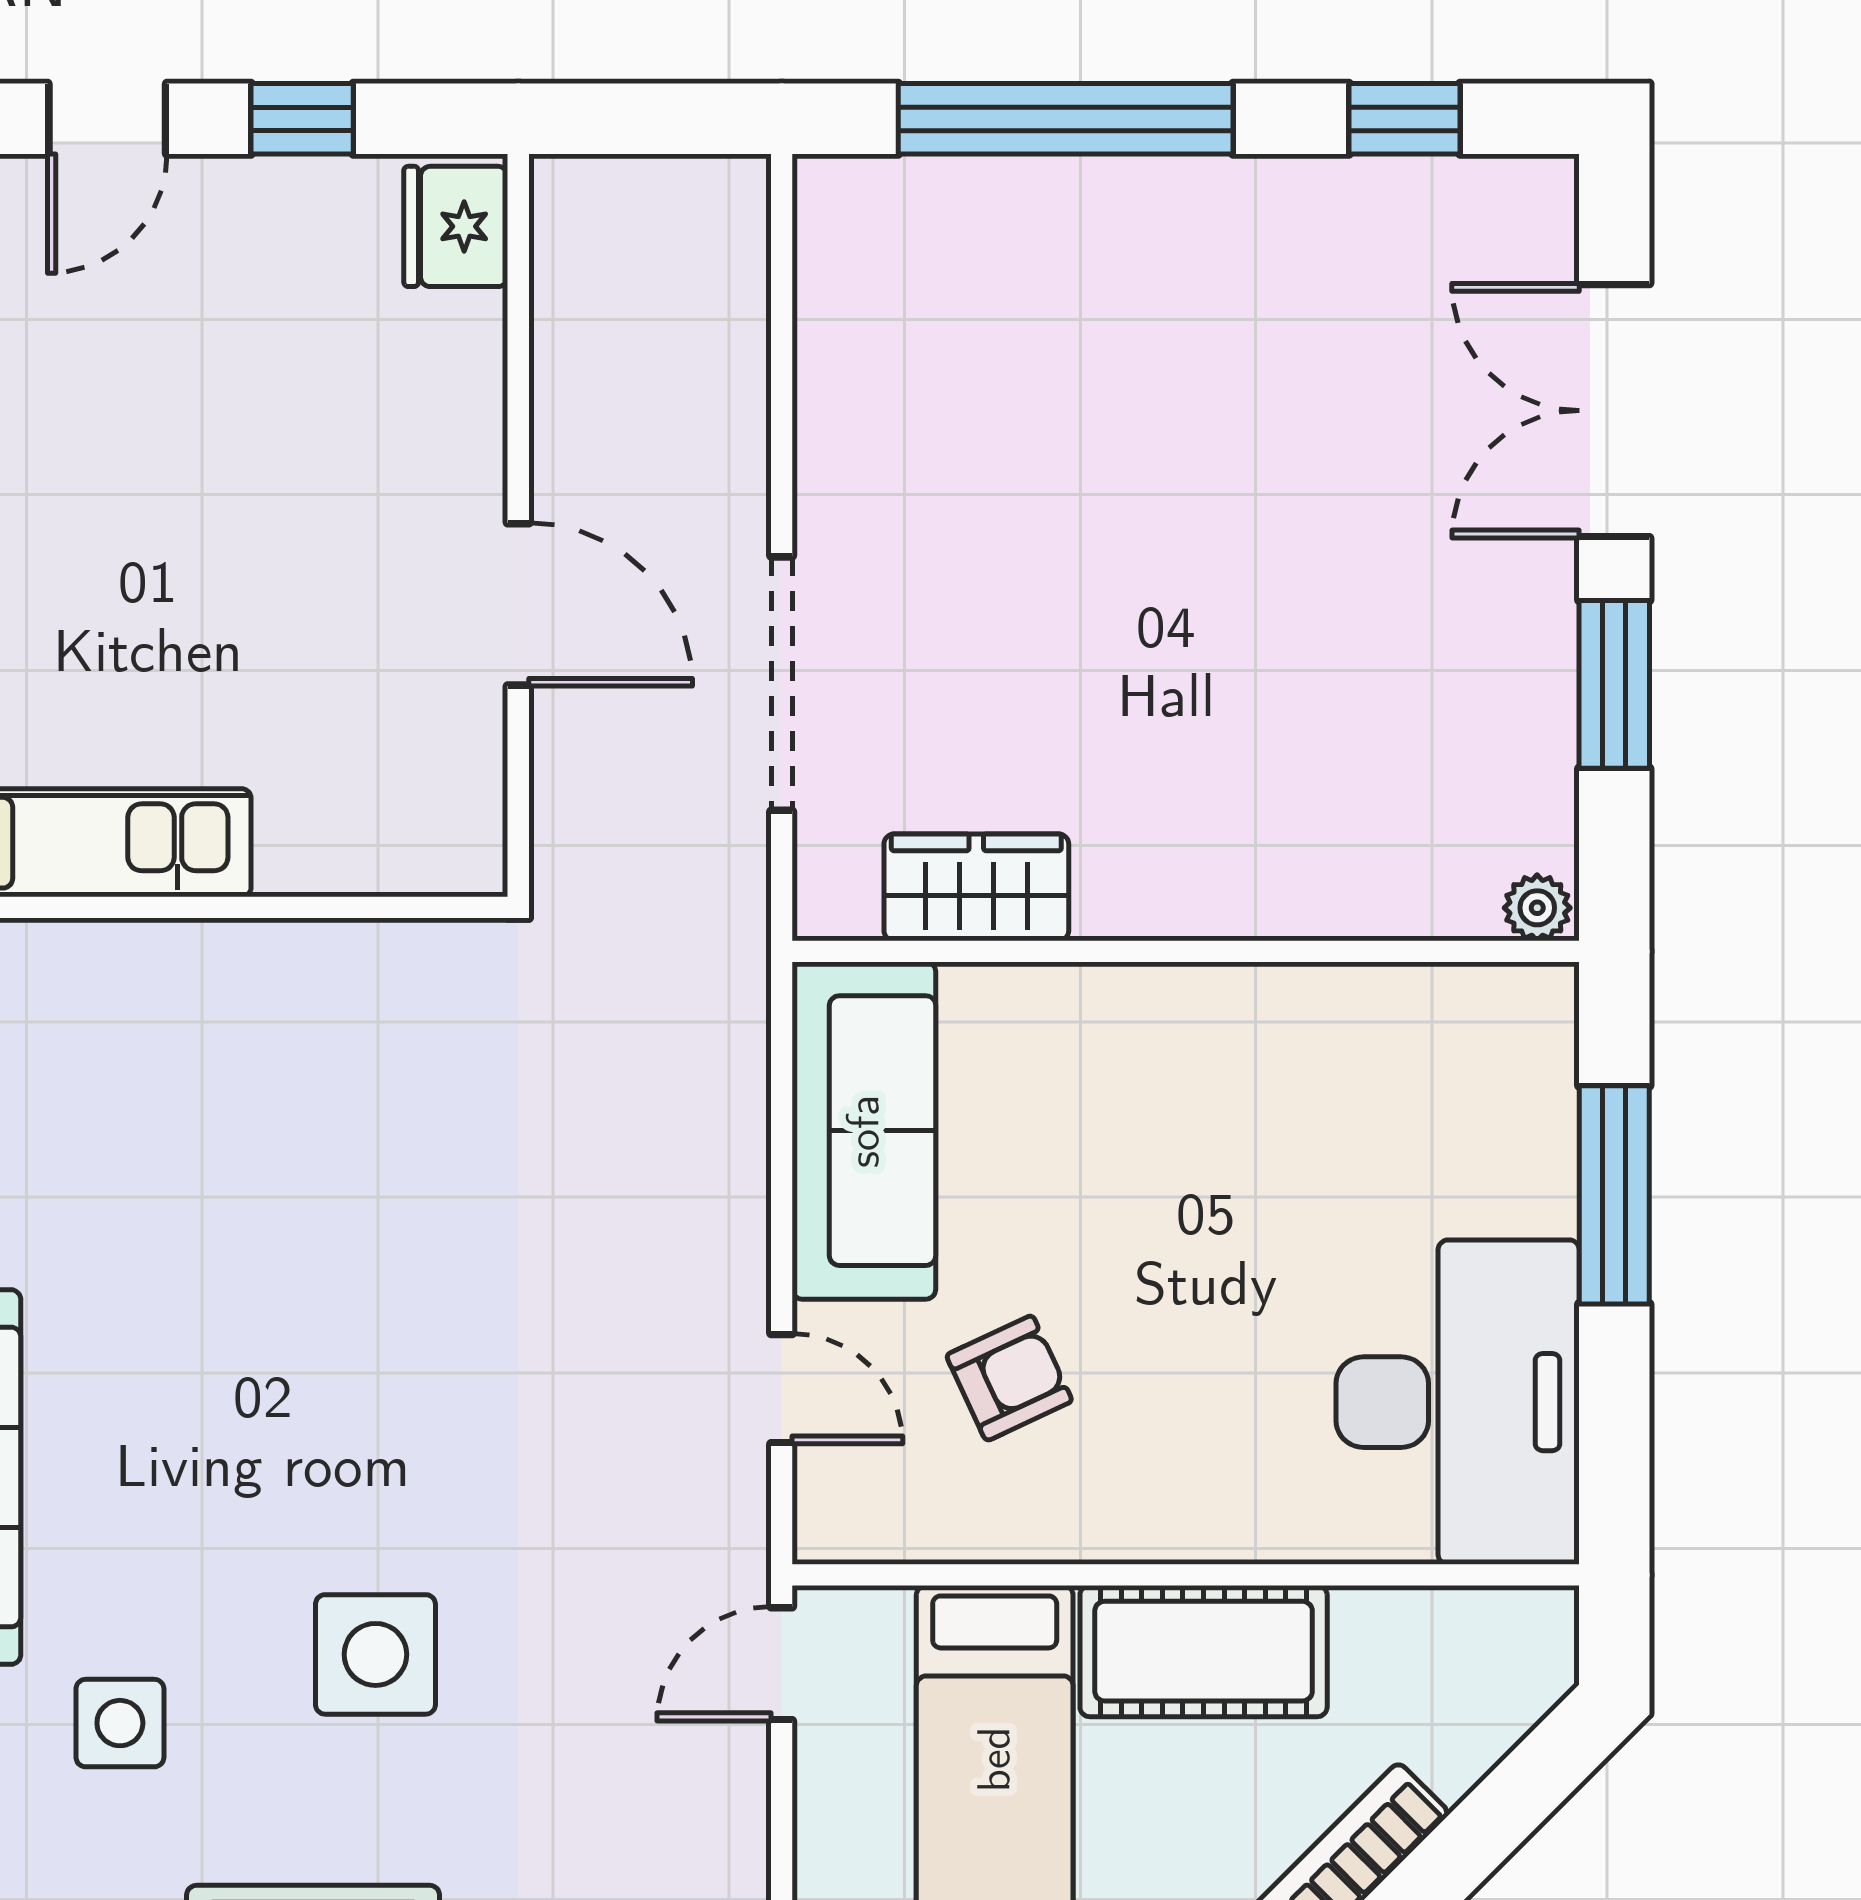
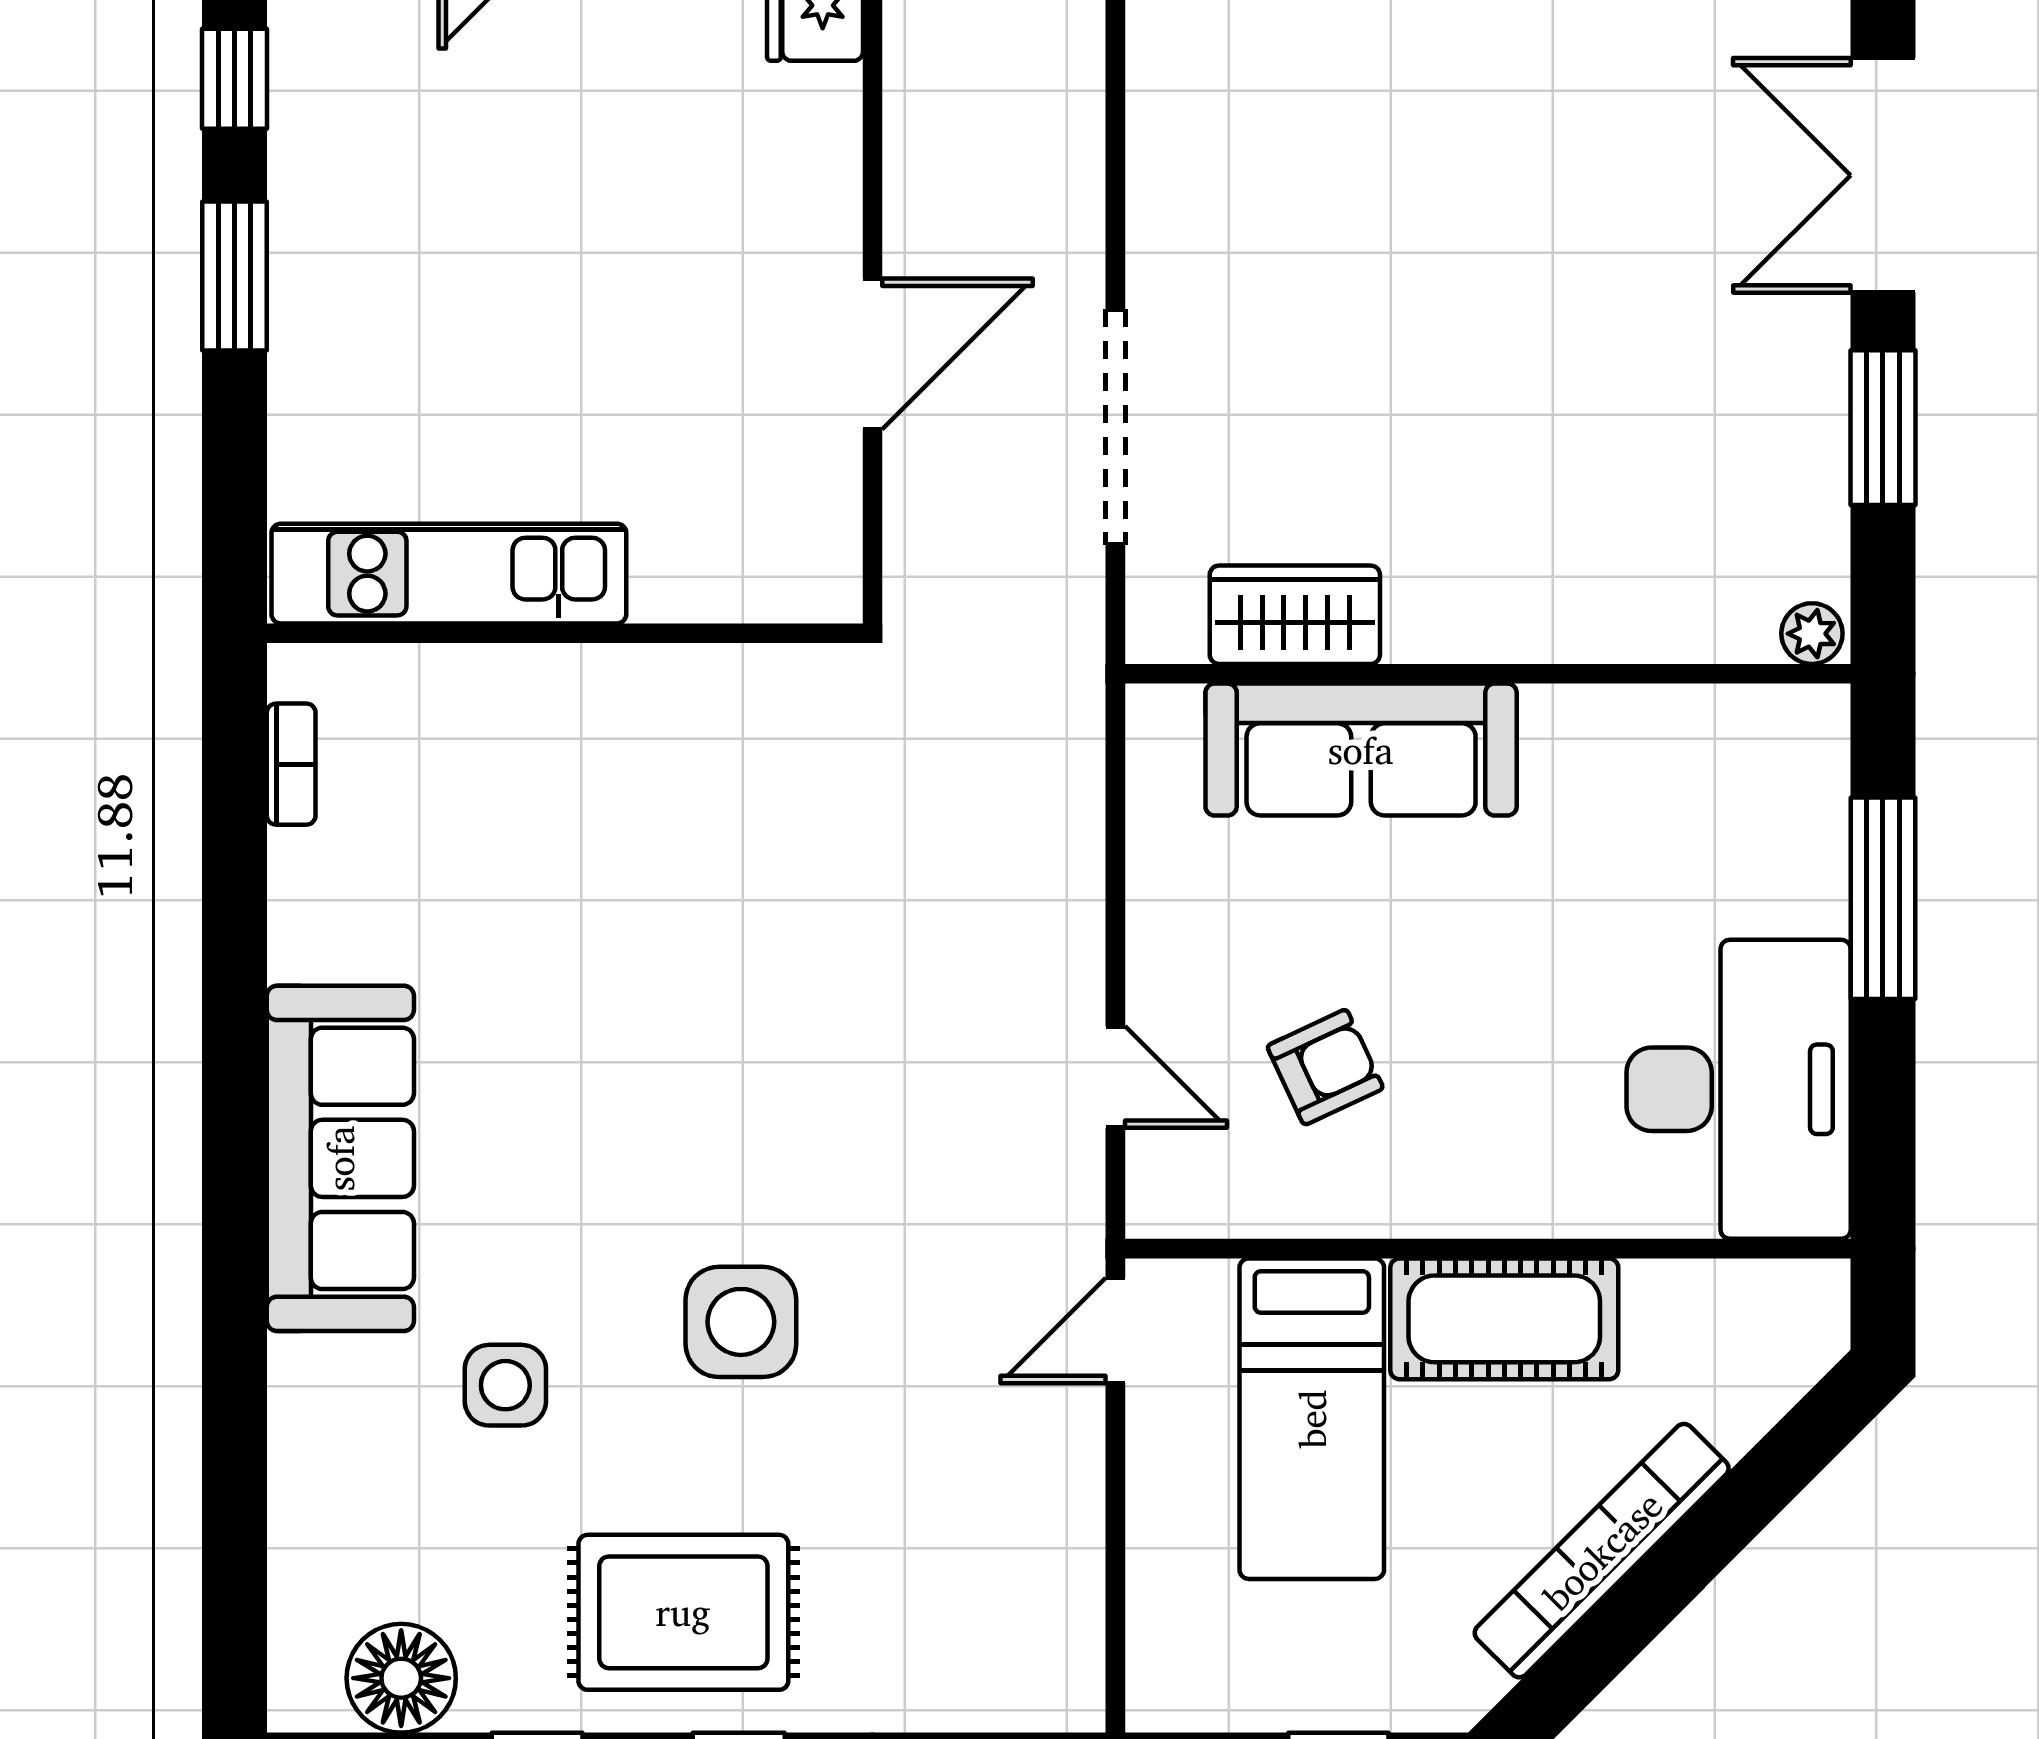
door: (518, 604) -> (873, 354), hinge flipped
sofa: (864, 1131) -> (1361, 750), moved, turned 90

